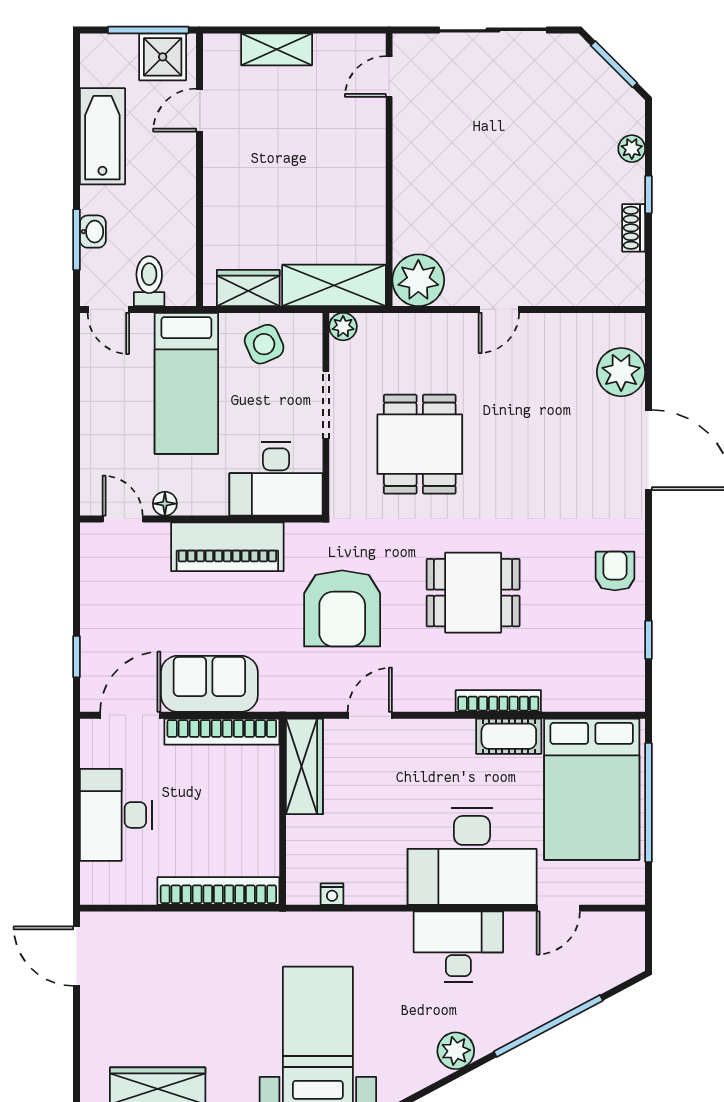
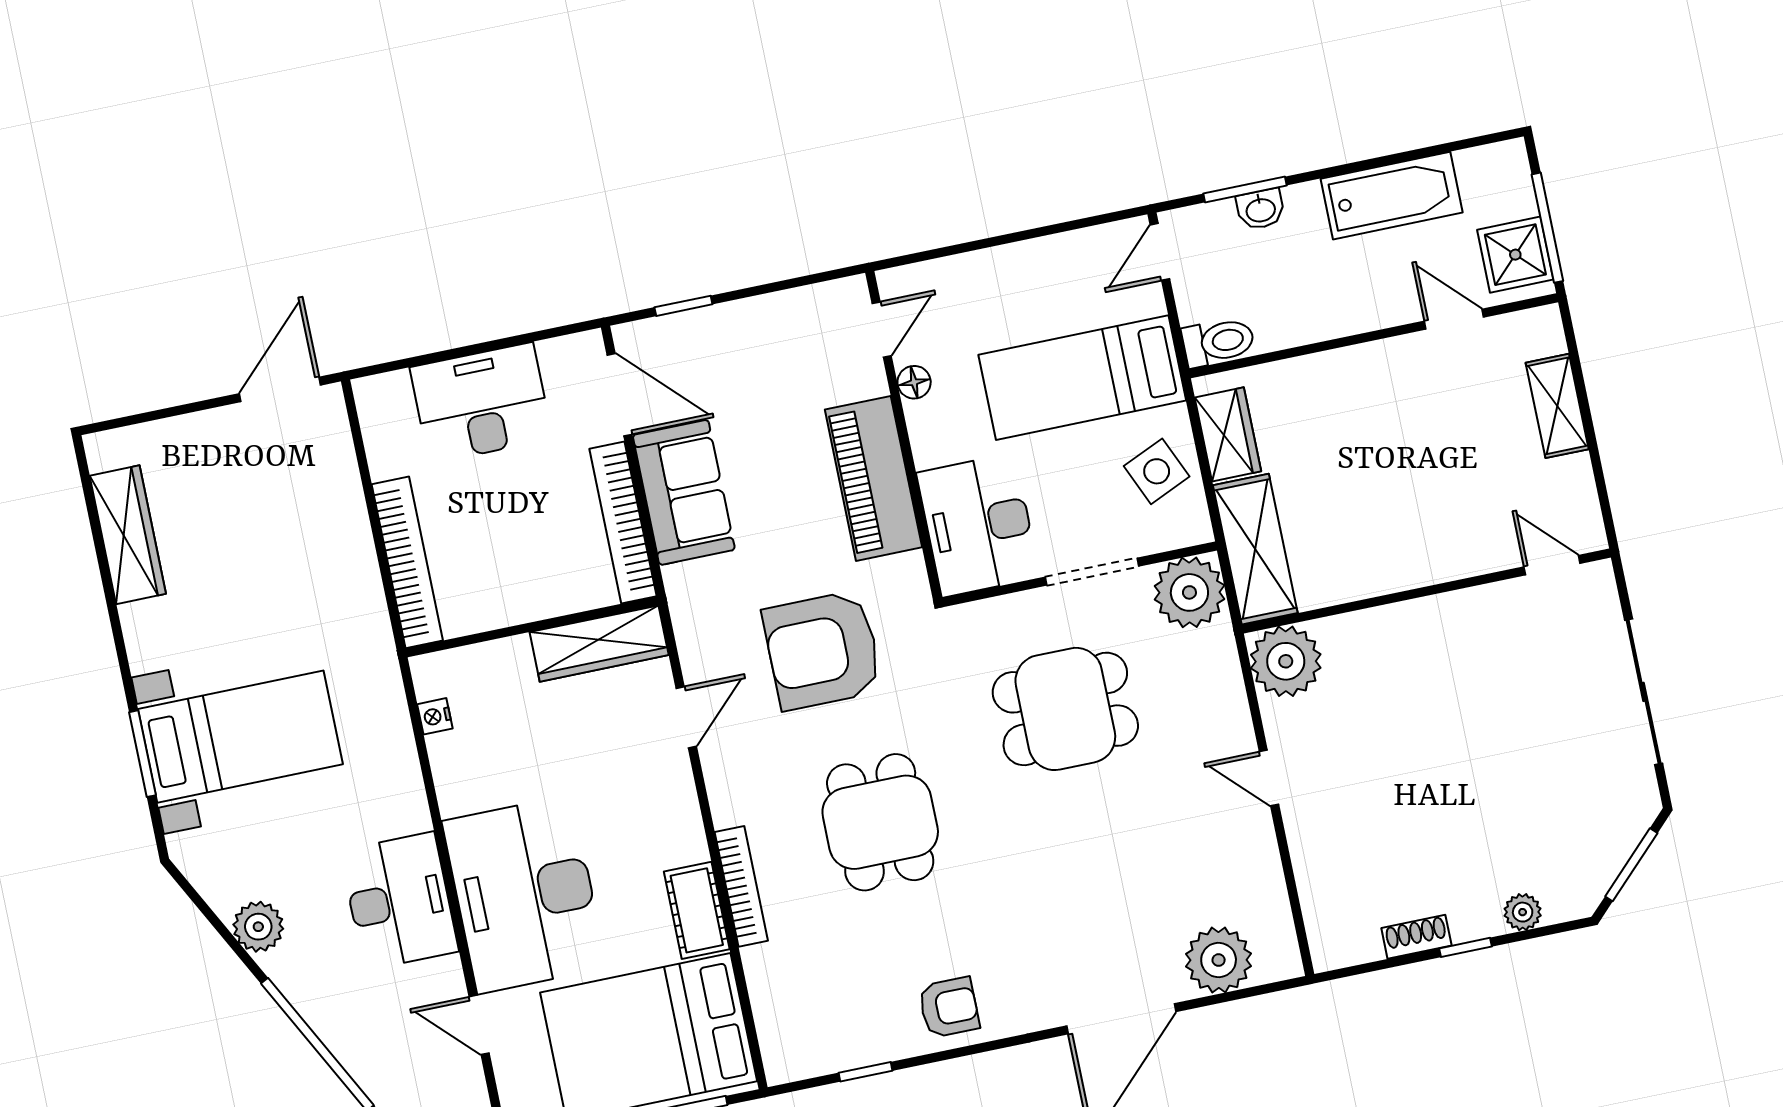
toilet: (149, 281) -> (1218, 342), moved
plant: (343, 327) -> (1189, 592), width x1.87, depth x1.87
door: (370, 715) -> (686, 717), hinge flipped

